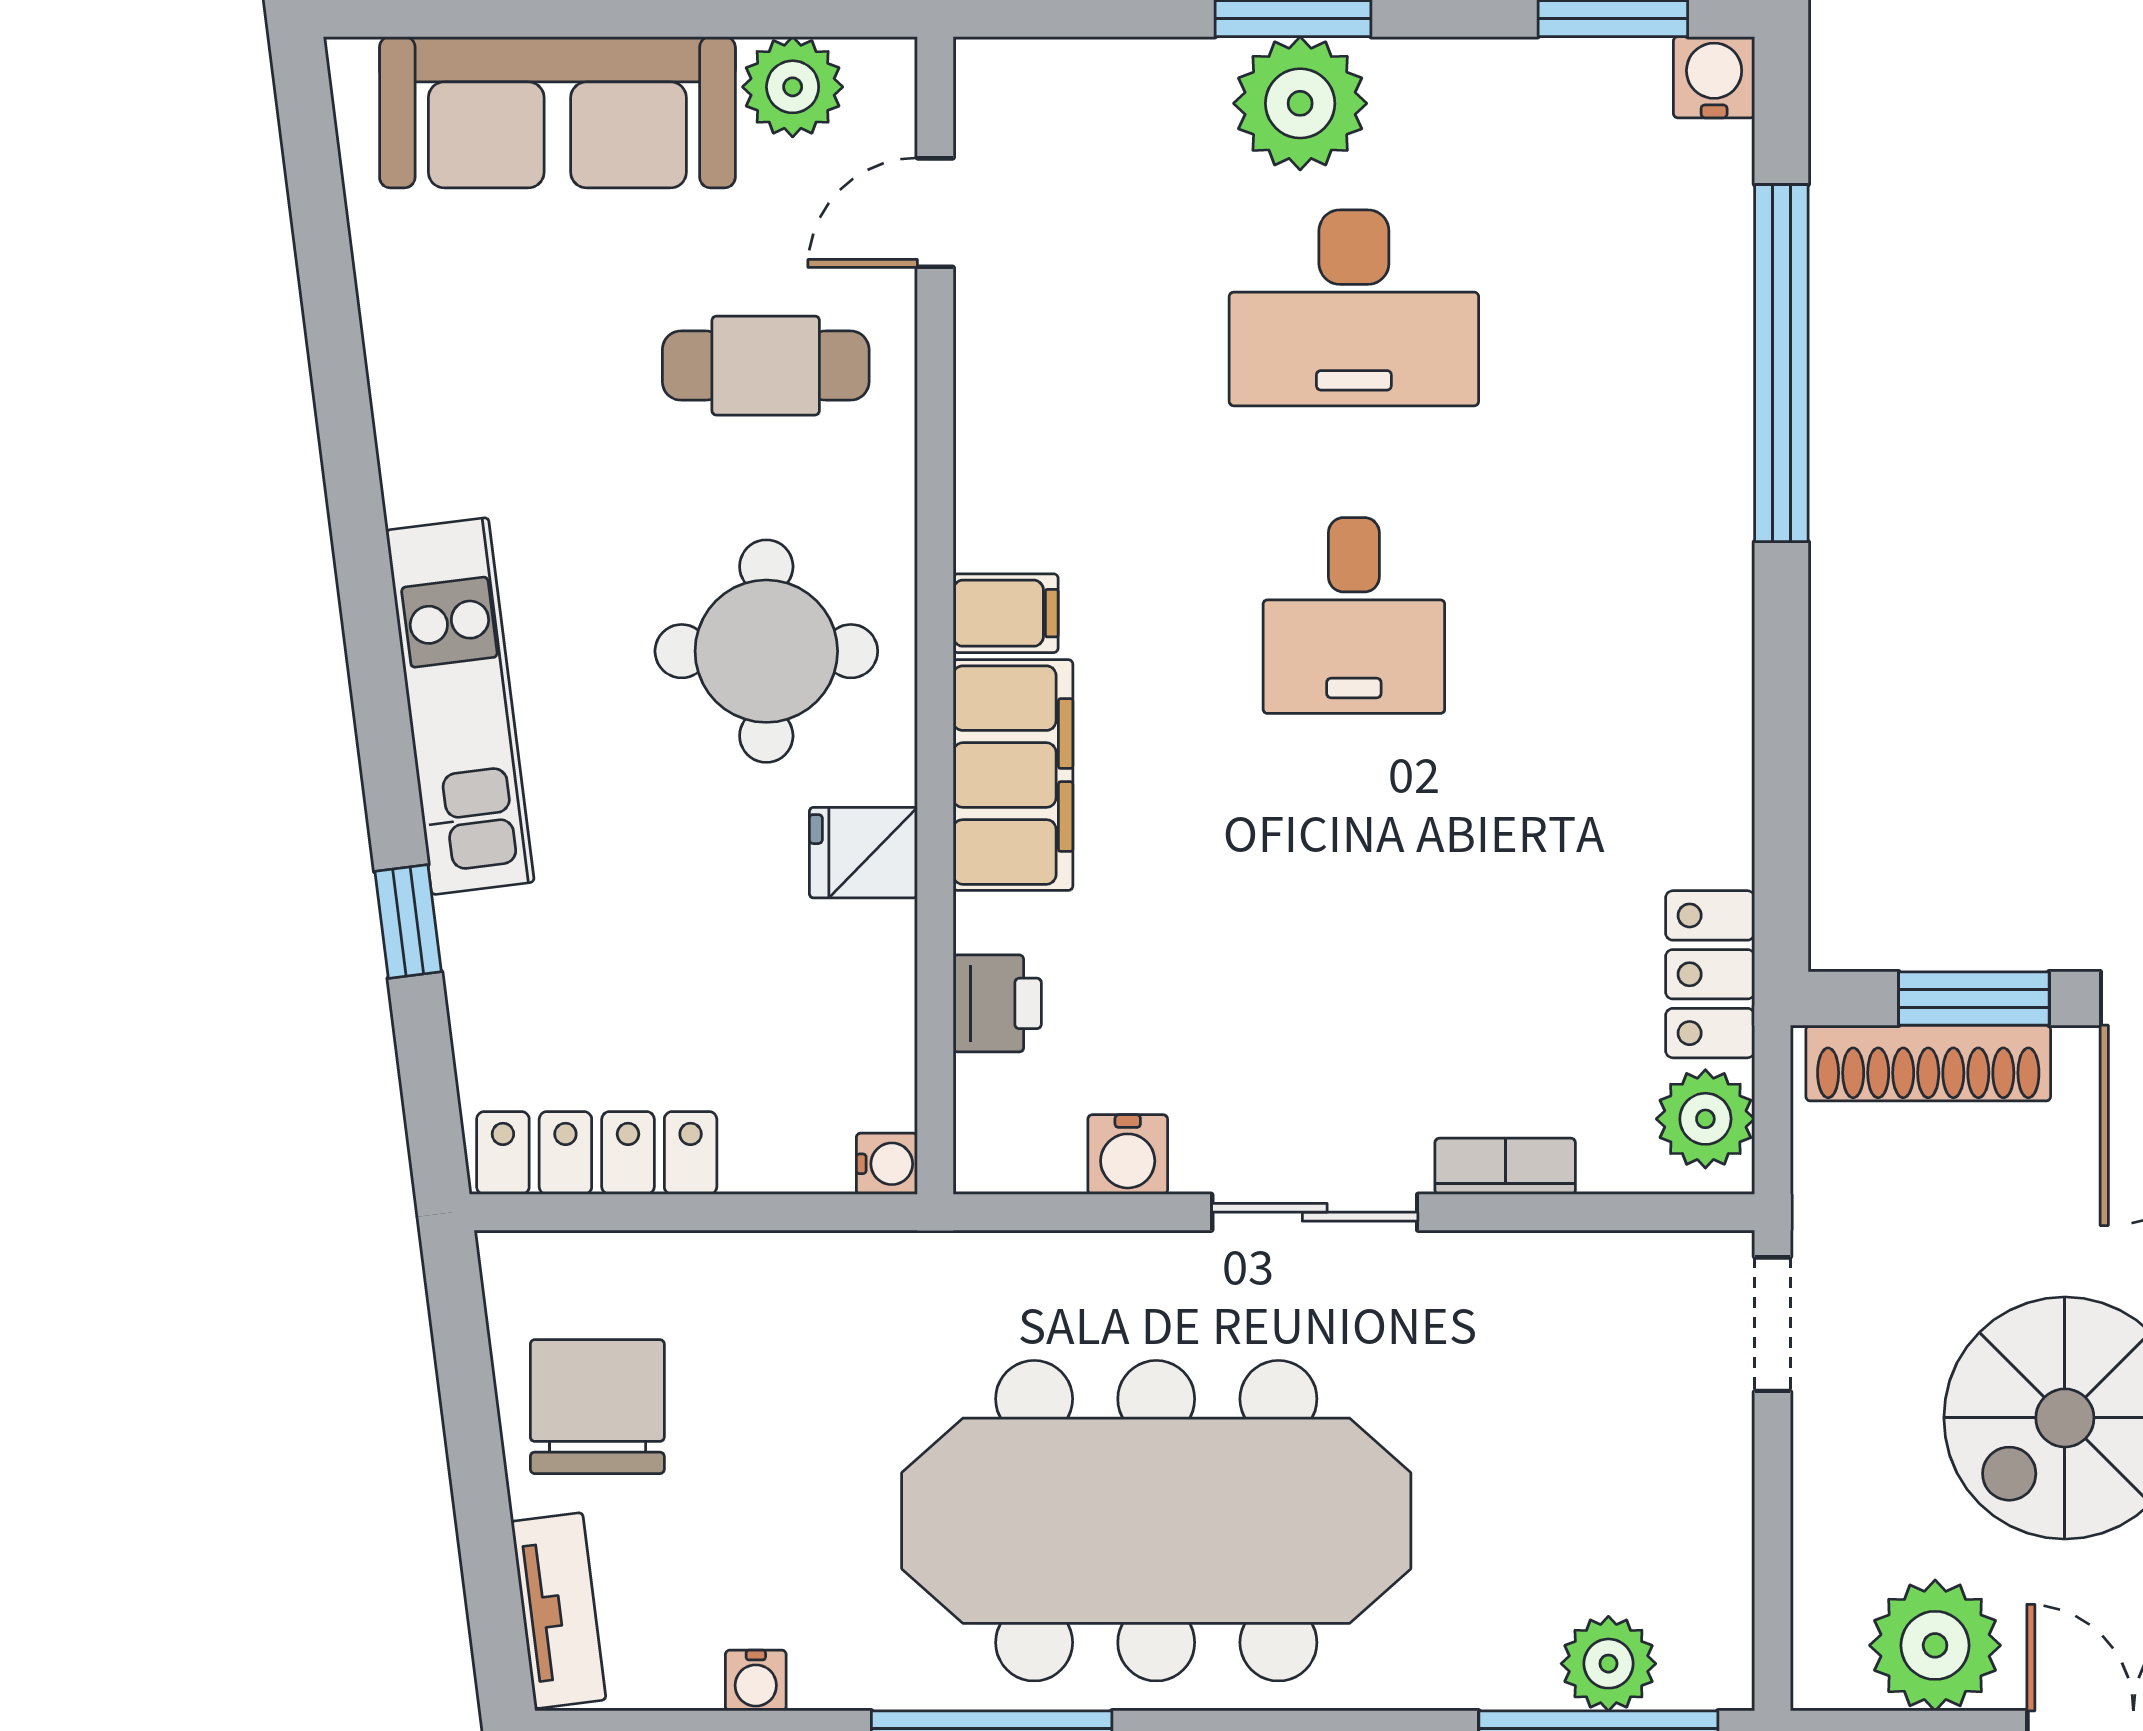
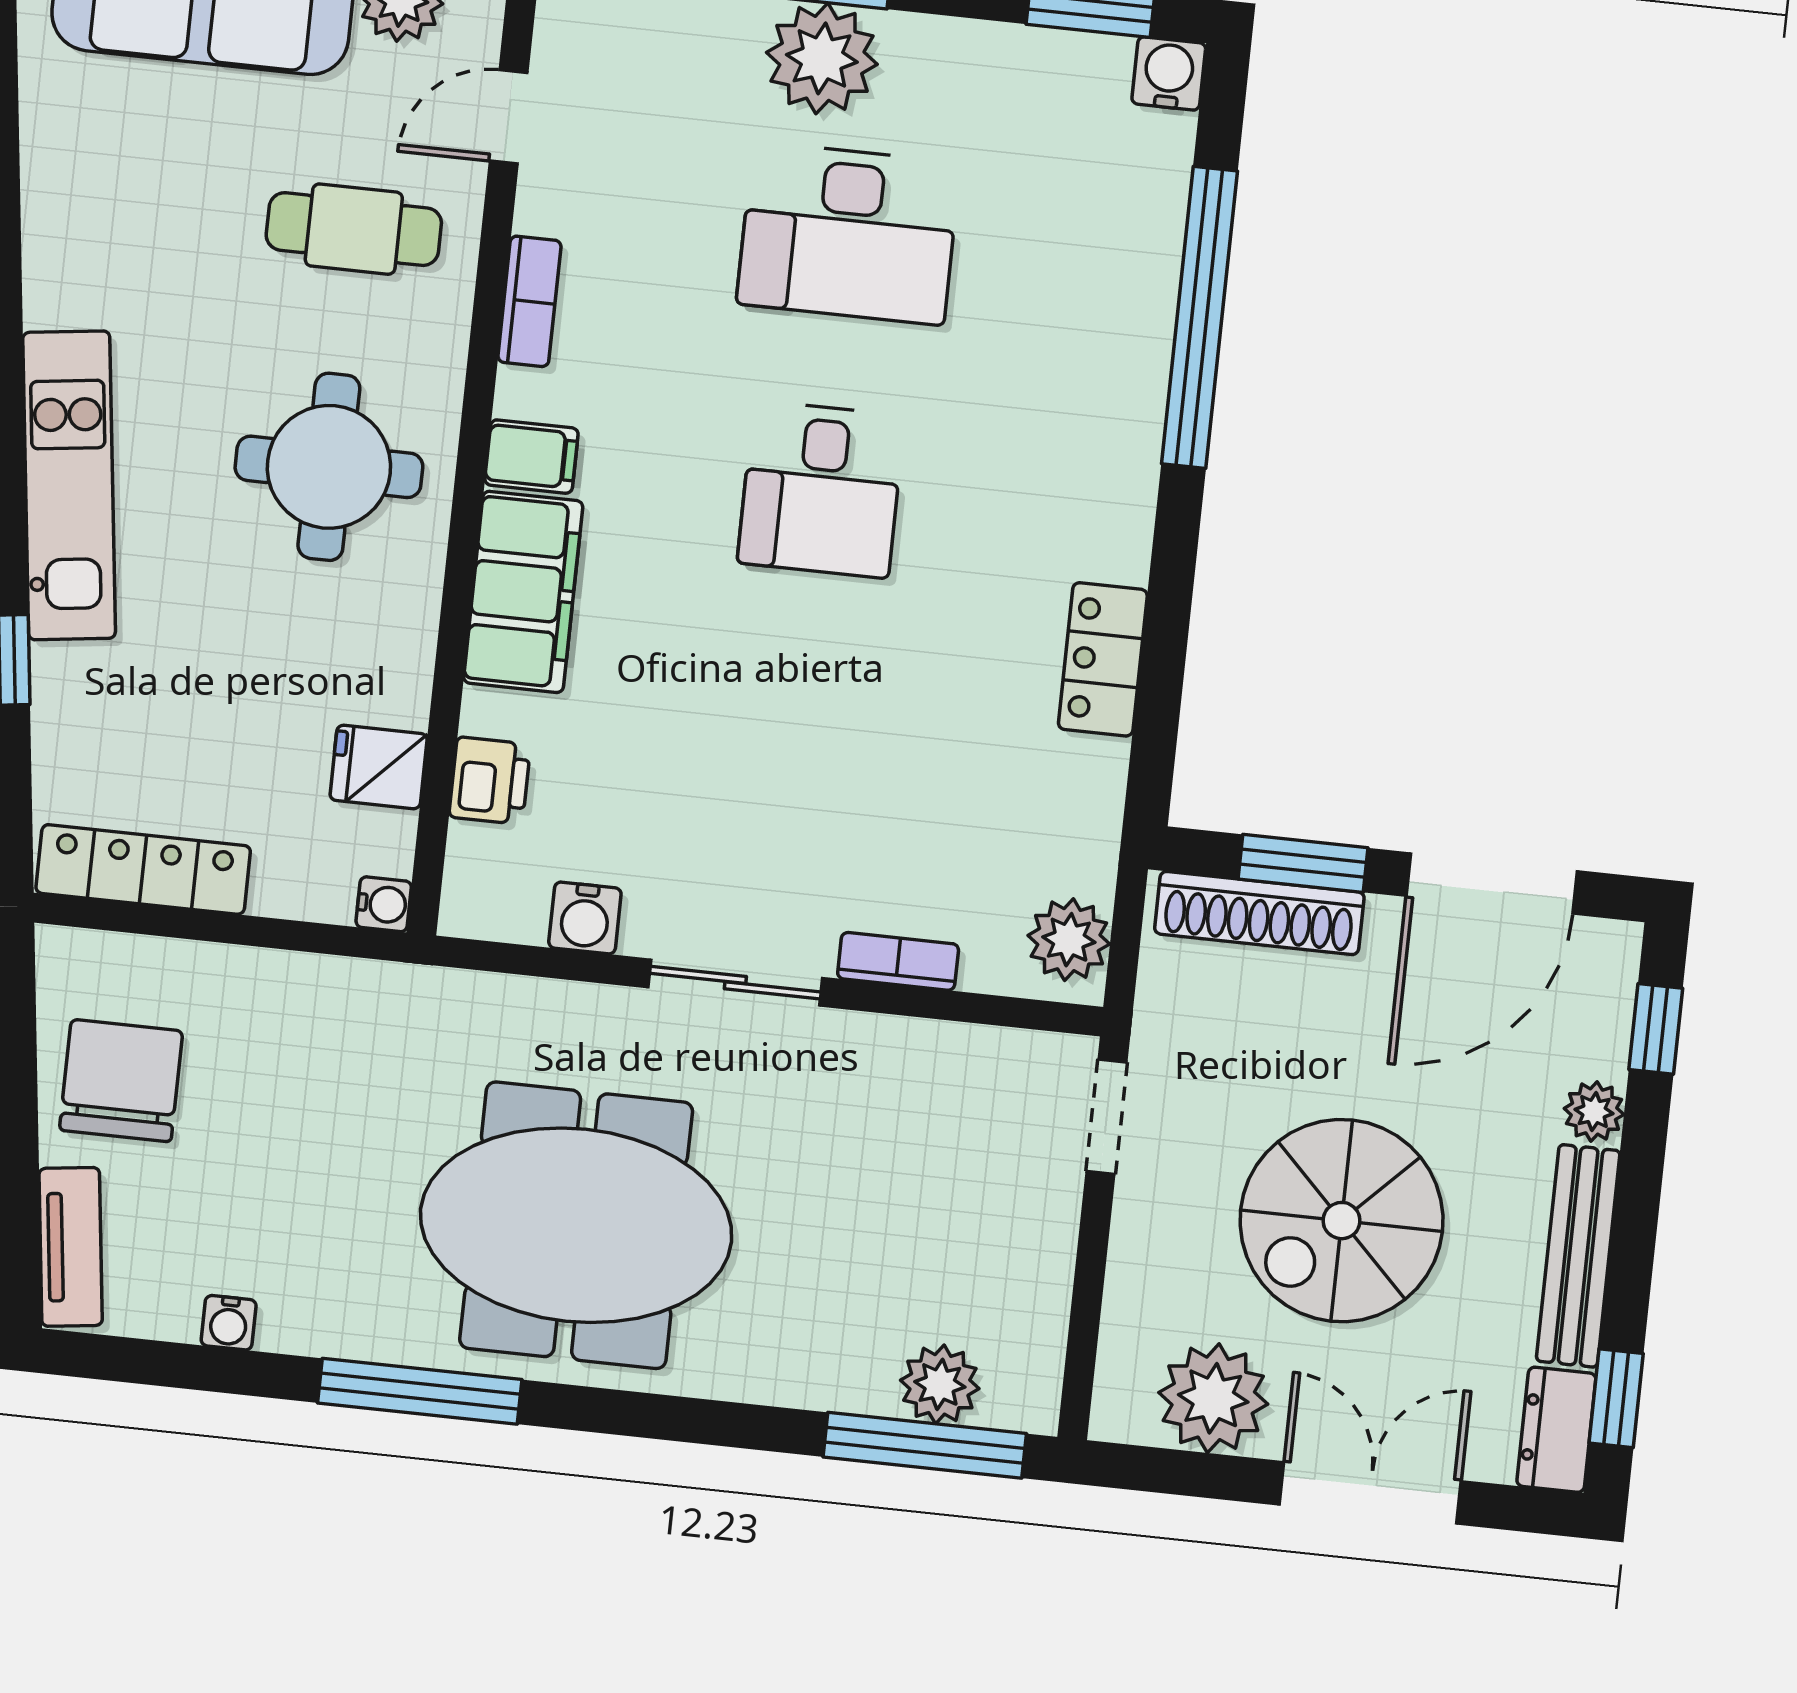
bookcase: (984, 429) -> (529, 301), added
fridge: (863, 853) -> (379, 767), moved
locker: (1710, 974) -> (1103, 659), moved
meeting table: (1156, 1521) -> (576, 1225), width x0.73

